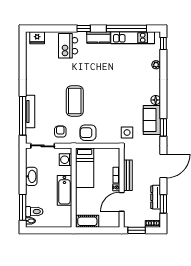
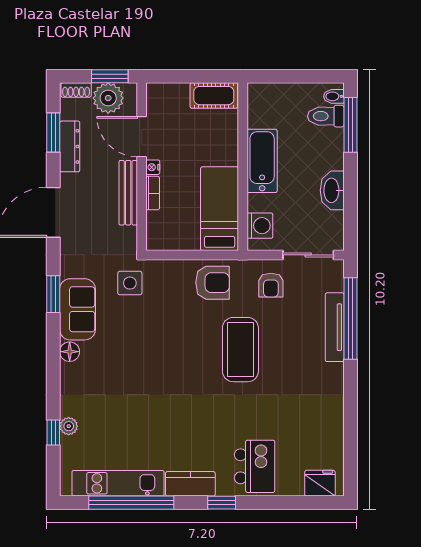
window: (163, 43) -> (53, 432), moved
door: (122, 202) -> (142, 137), swing flipped
plant: (137, 220) -> (108, 98), added

